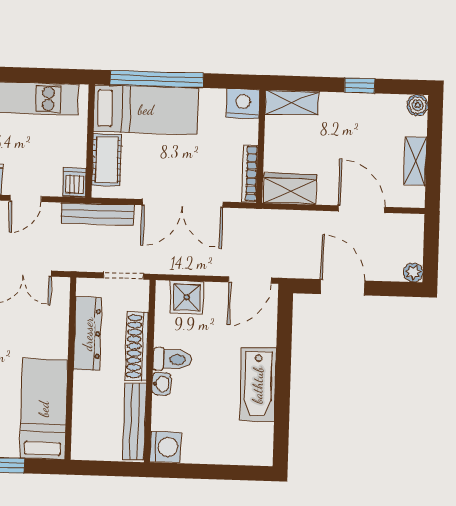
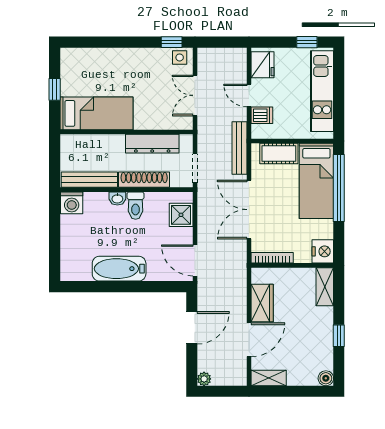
shelving: (415, 161) -> (269, 378), moved
dishwasher: (74, 182) -> (262, 115), moved
wardrobe: (290, 189) -> (262, 303), moved

